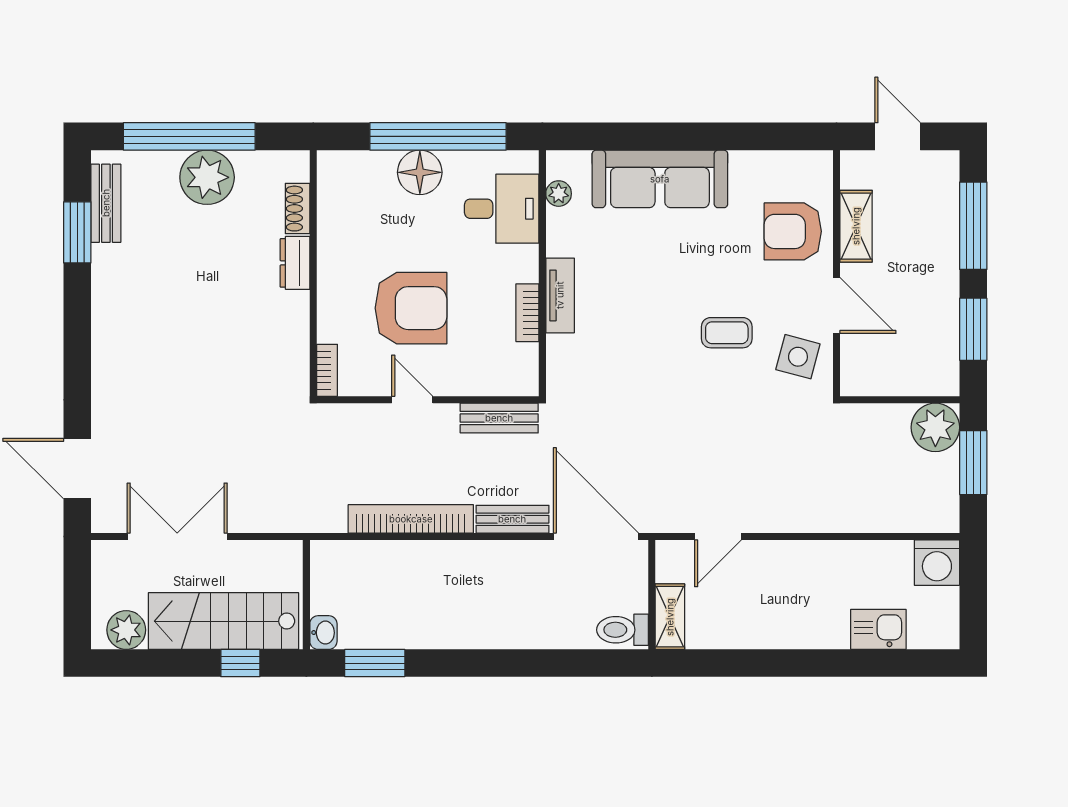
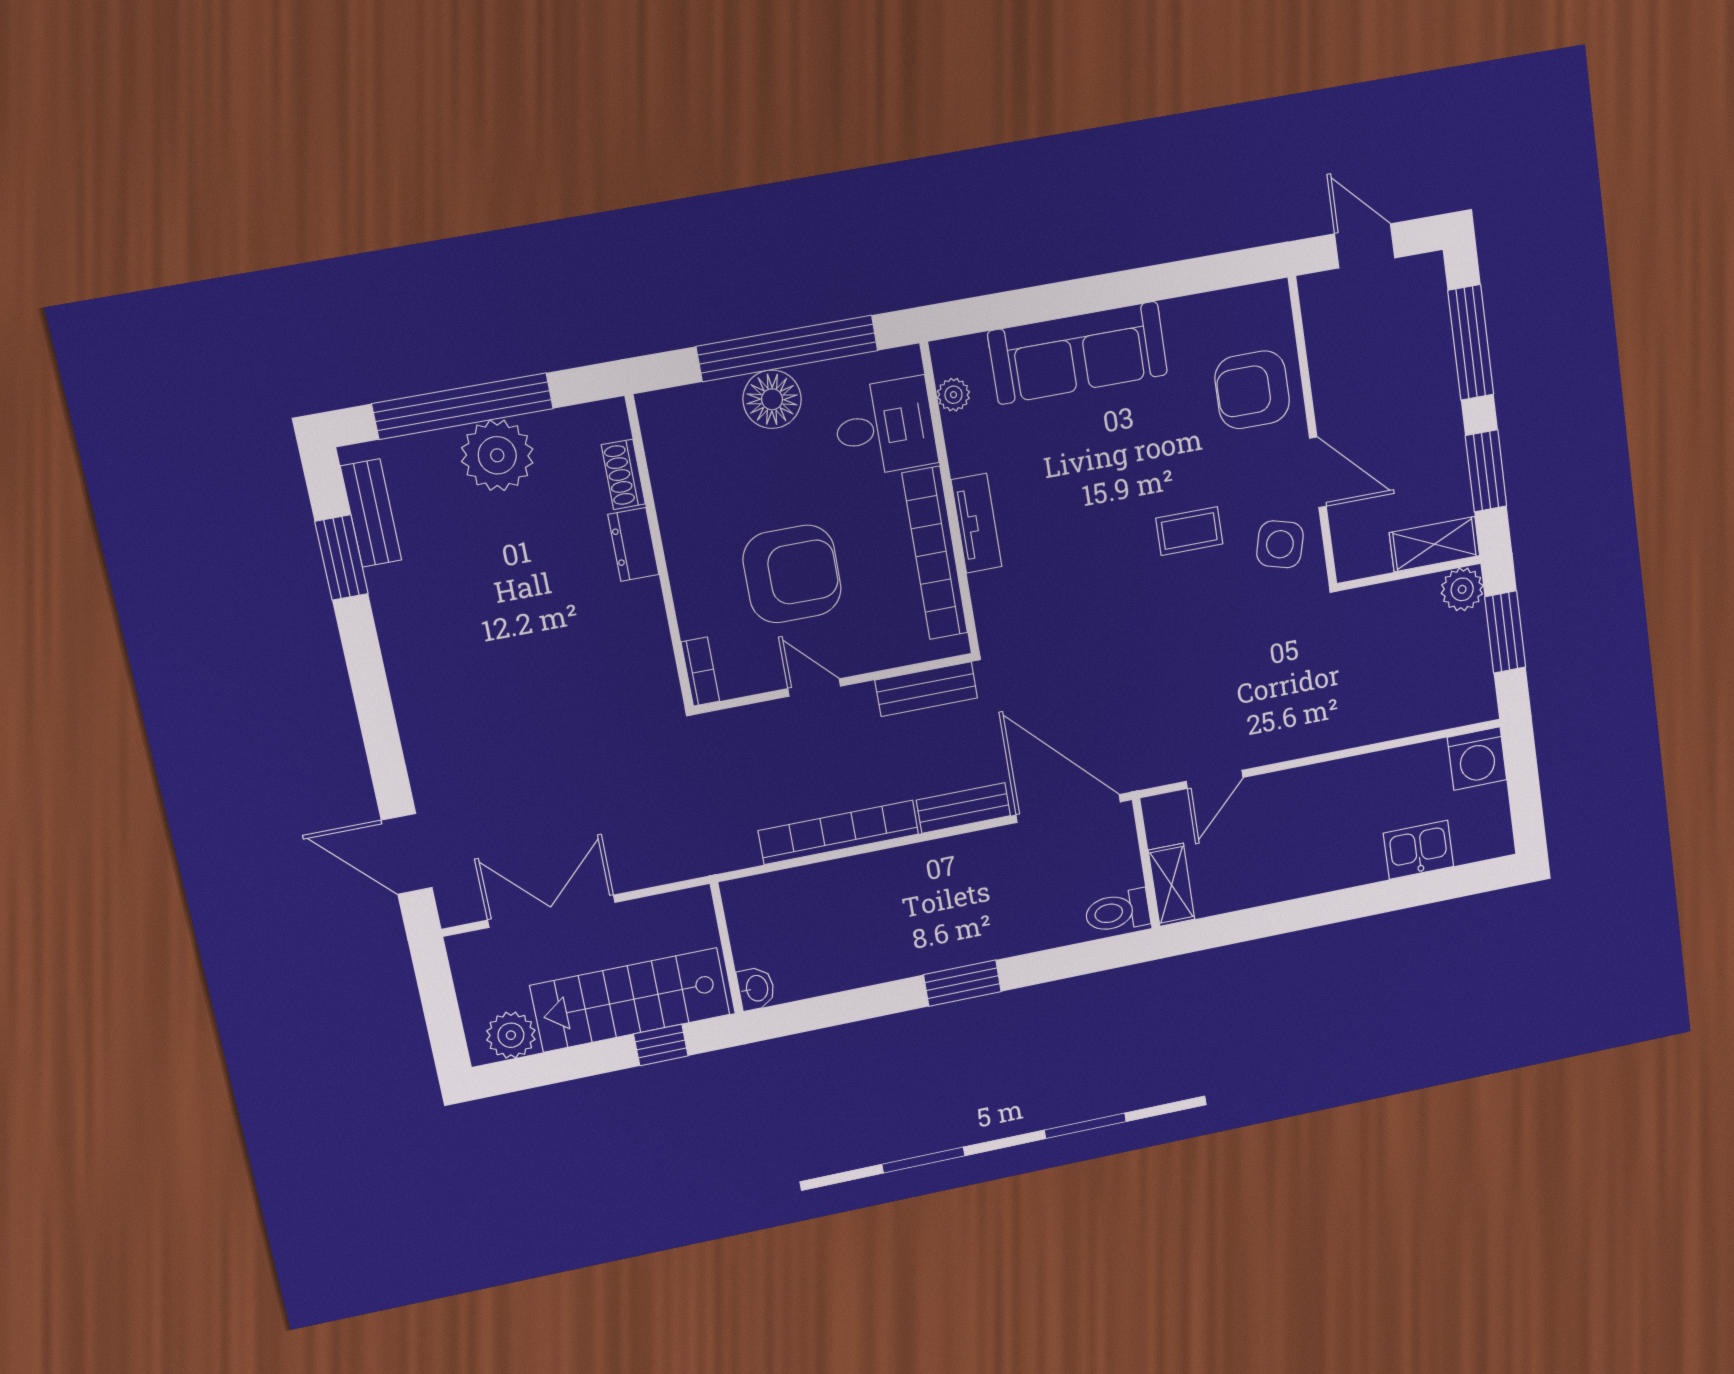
shelving: (856, 226) -> (1435, 544), moved, turned 90
bookcase: (527, 313) -> (935, 553), width x2.31, depth x1.31
plant: (935, 427) -> (1462, 589), width x0.73, depth x0.73
window: (375, 663) -> (962, 983), moved

